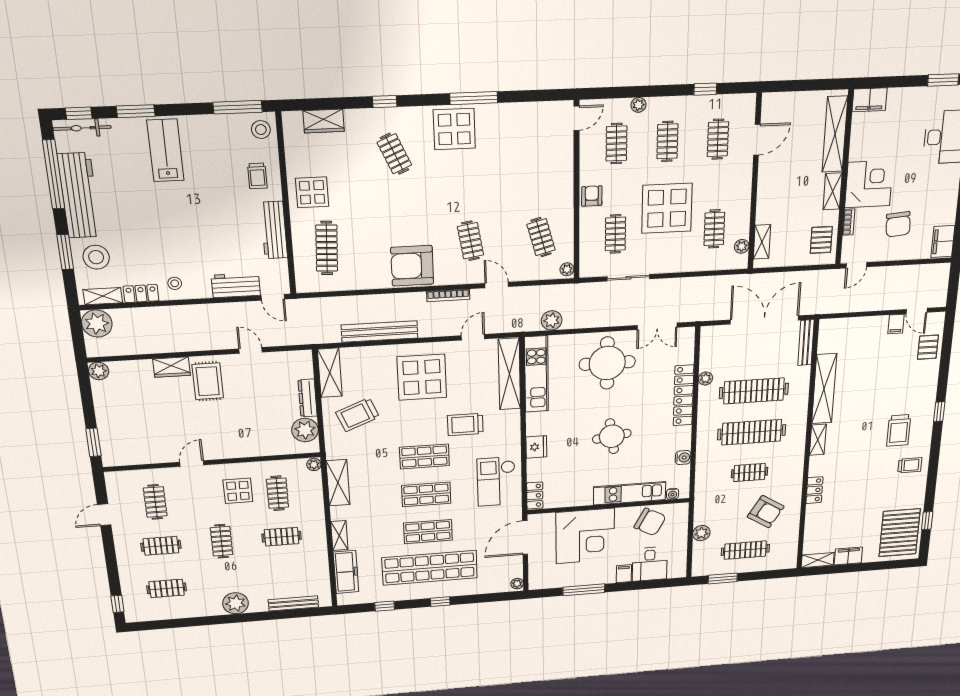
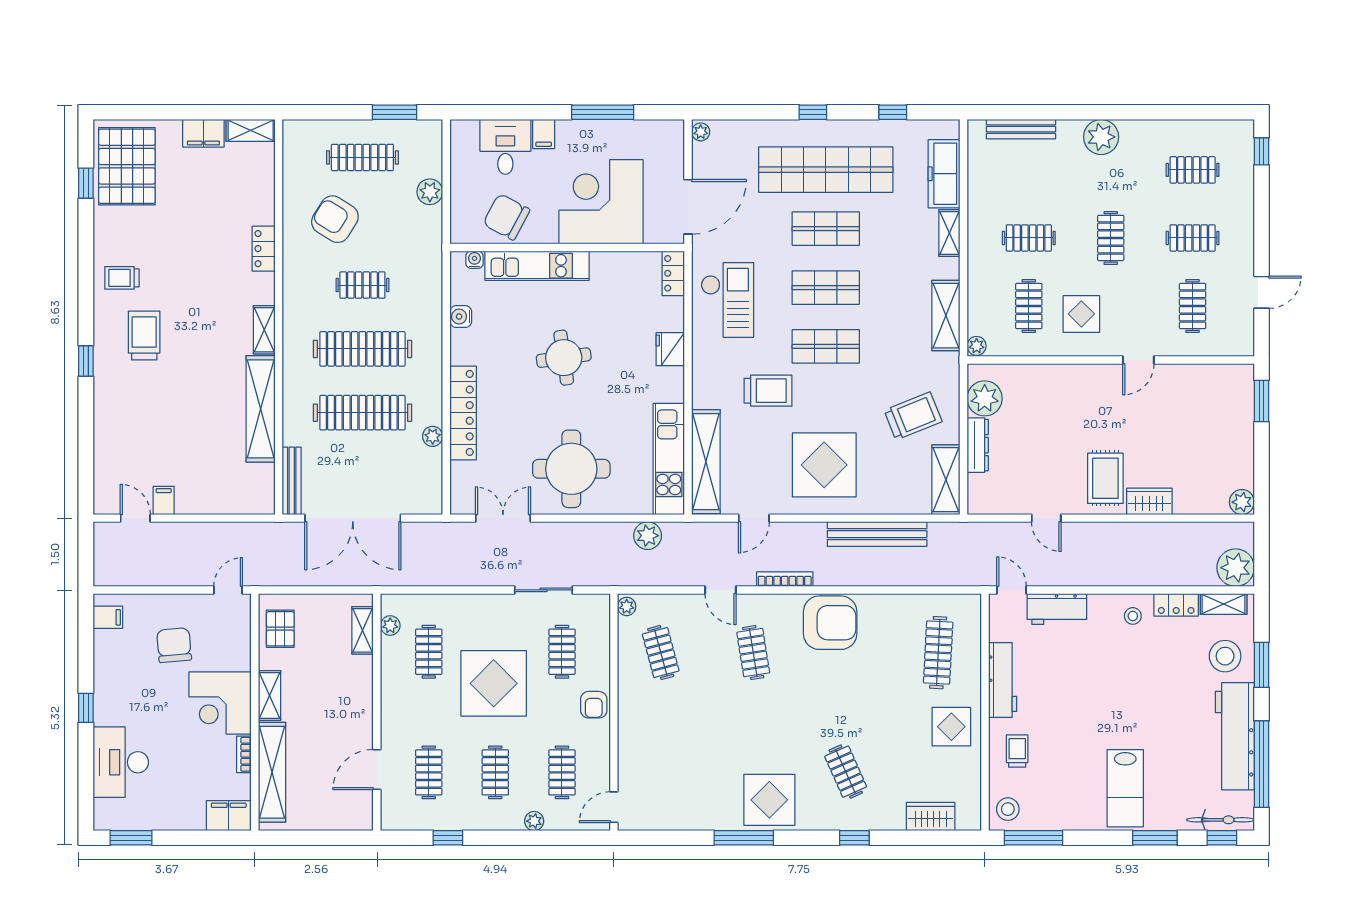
bookcase: (849, 222) -> (244, 754), moved
filing cabinet: (943, 241) -> (108, 617), width x0.50
pallet: (928, 347) -> (113, 462), removed

